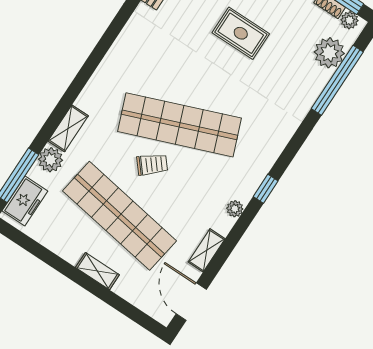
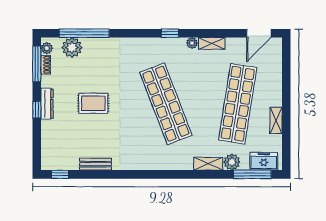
rug: (241, 33) -> (93, 103), turned 90
trolley: (152, 165) -> (198, 104), removed
shelving: (207, 250) -> (212, 43), moved
shelving: (97, 271) -> (276, 120), moved

